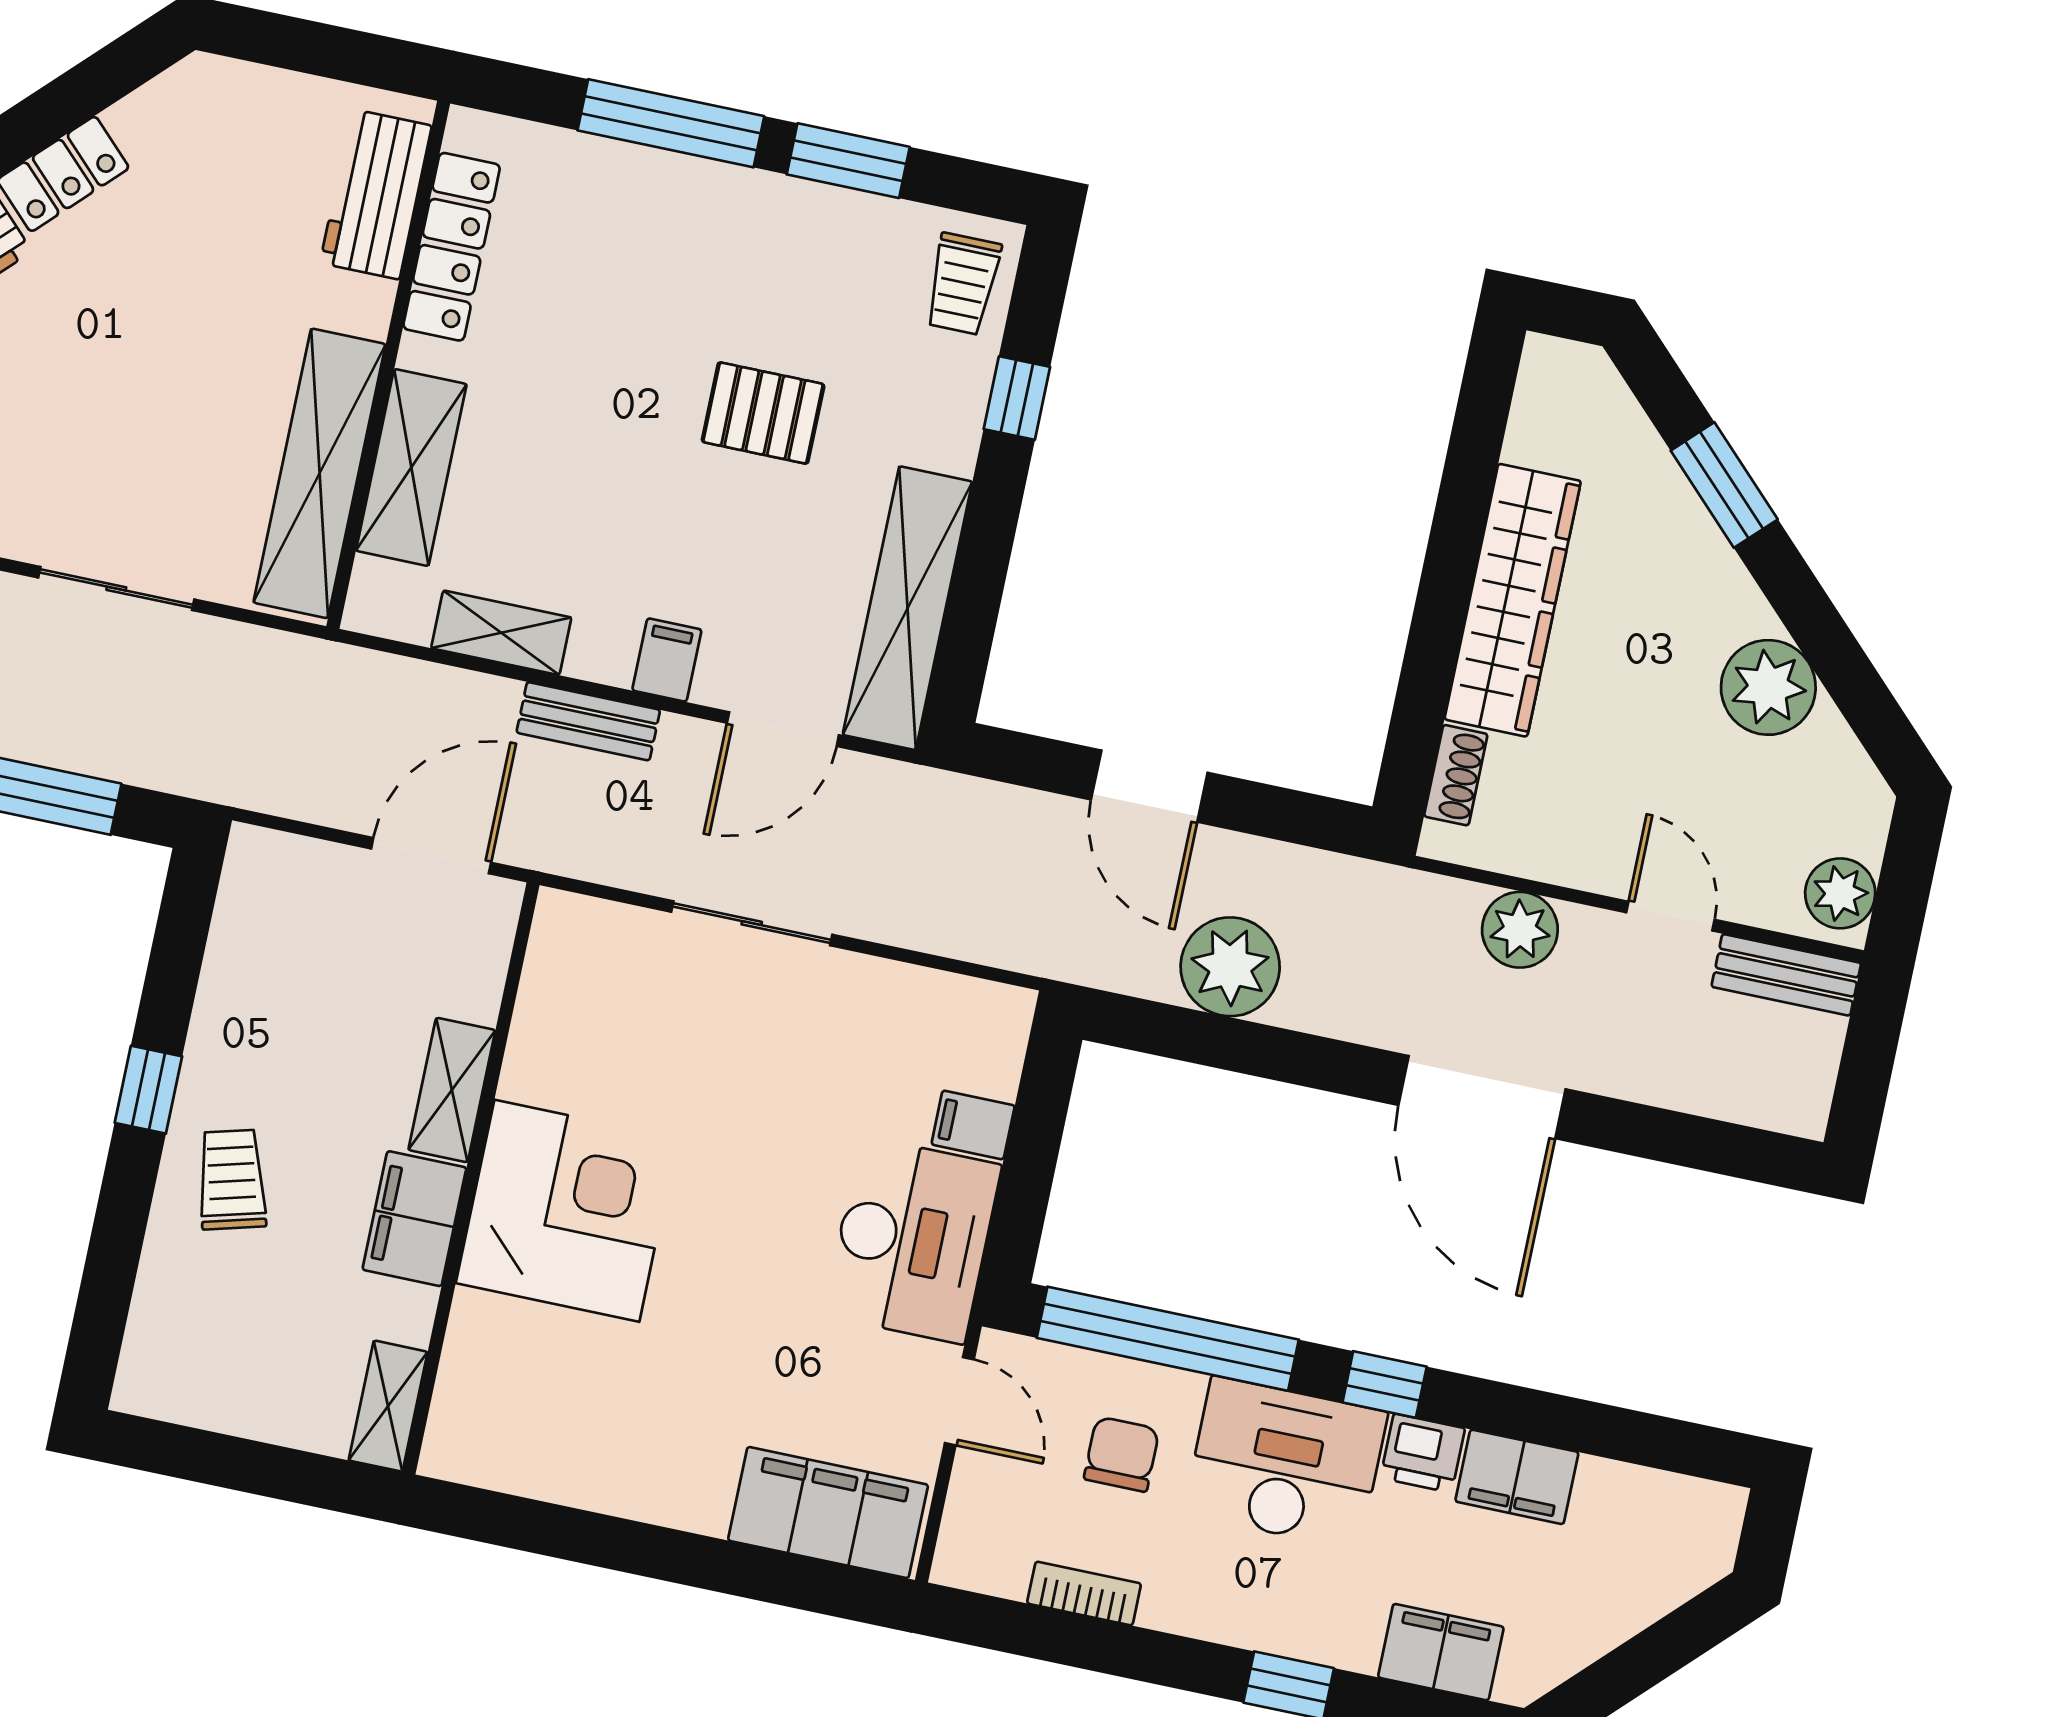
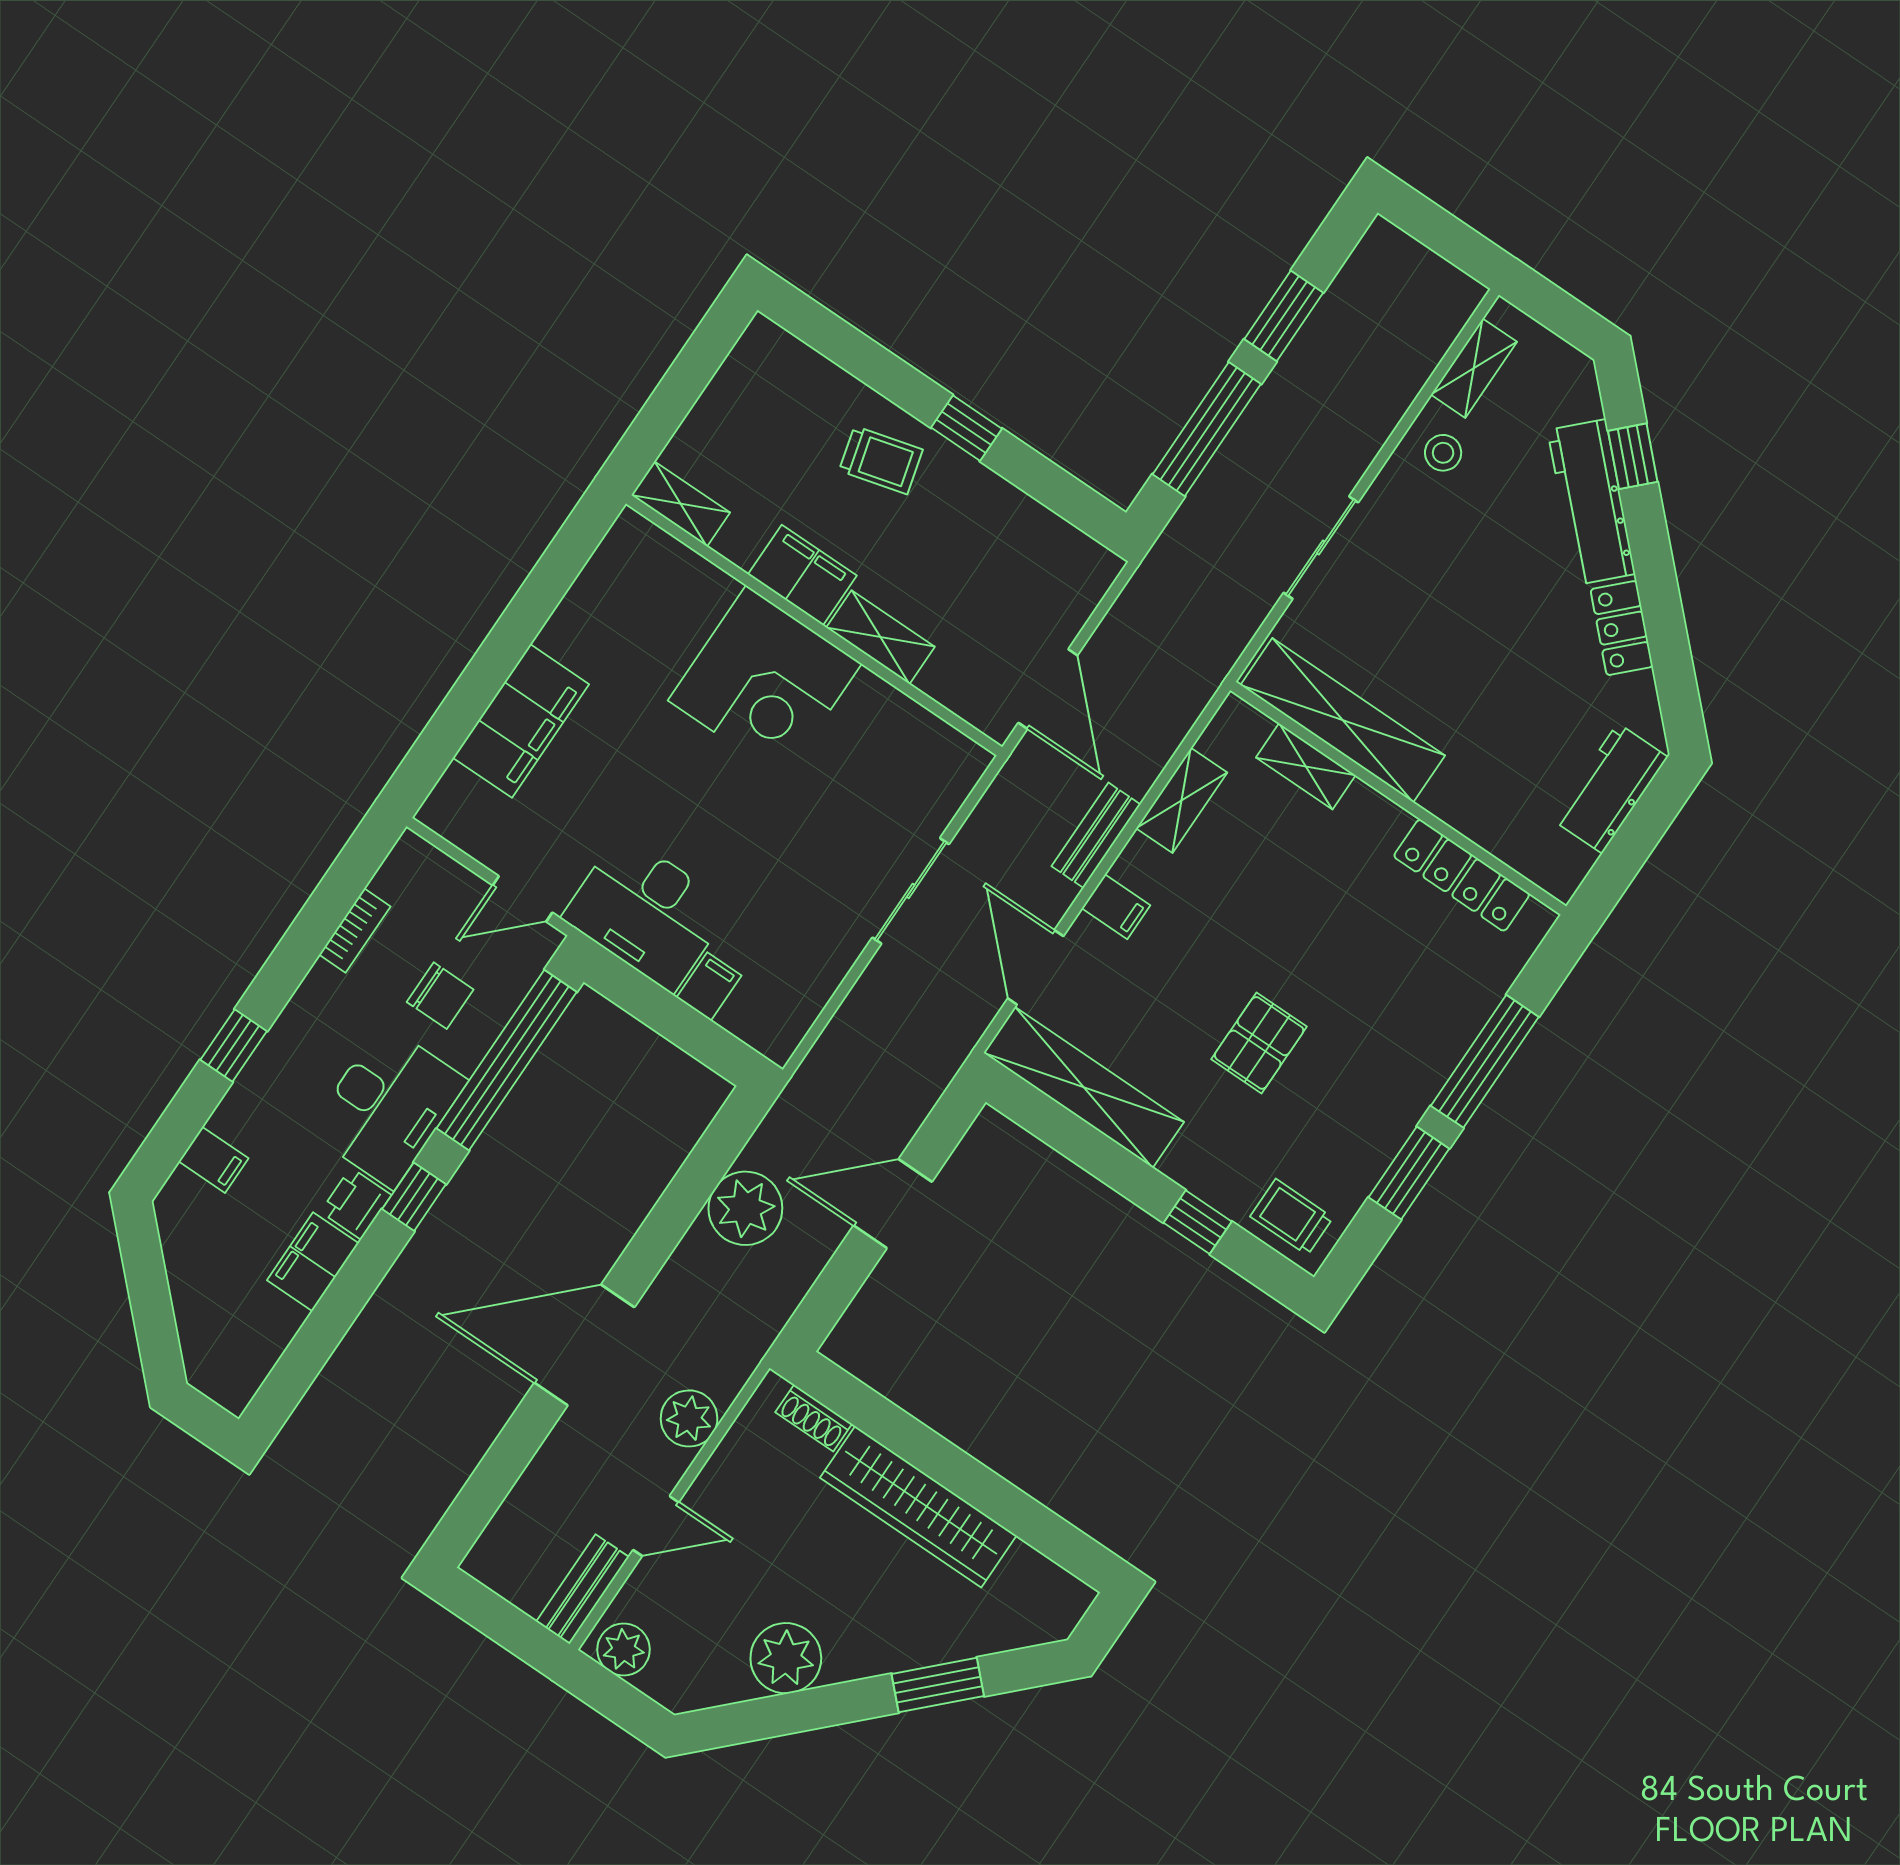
workbench: (376, 194) -> (1610, 788), moved, turned -90
shelving: (411, 467) -> (1306, 766), width x0.67, depth x0.75
filing cabinet: (828, 1513) -> (521, 721), moved
filing cabinet: (1441, 1652) -> (213, 1160), width x0.50

